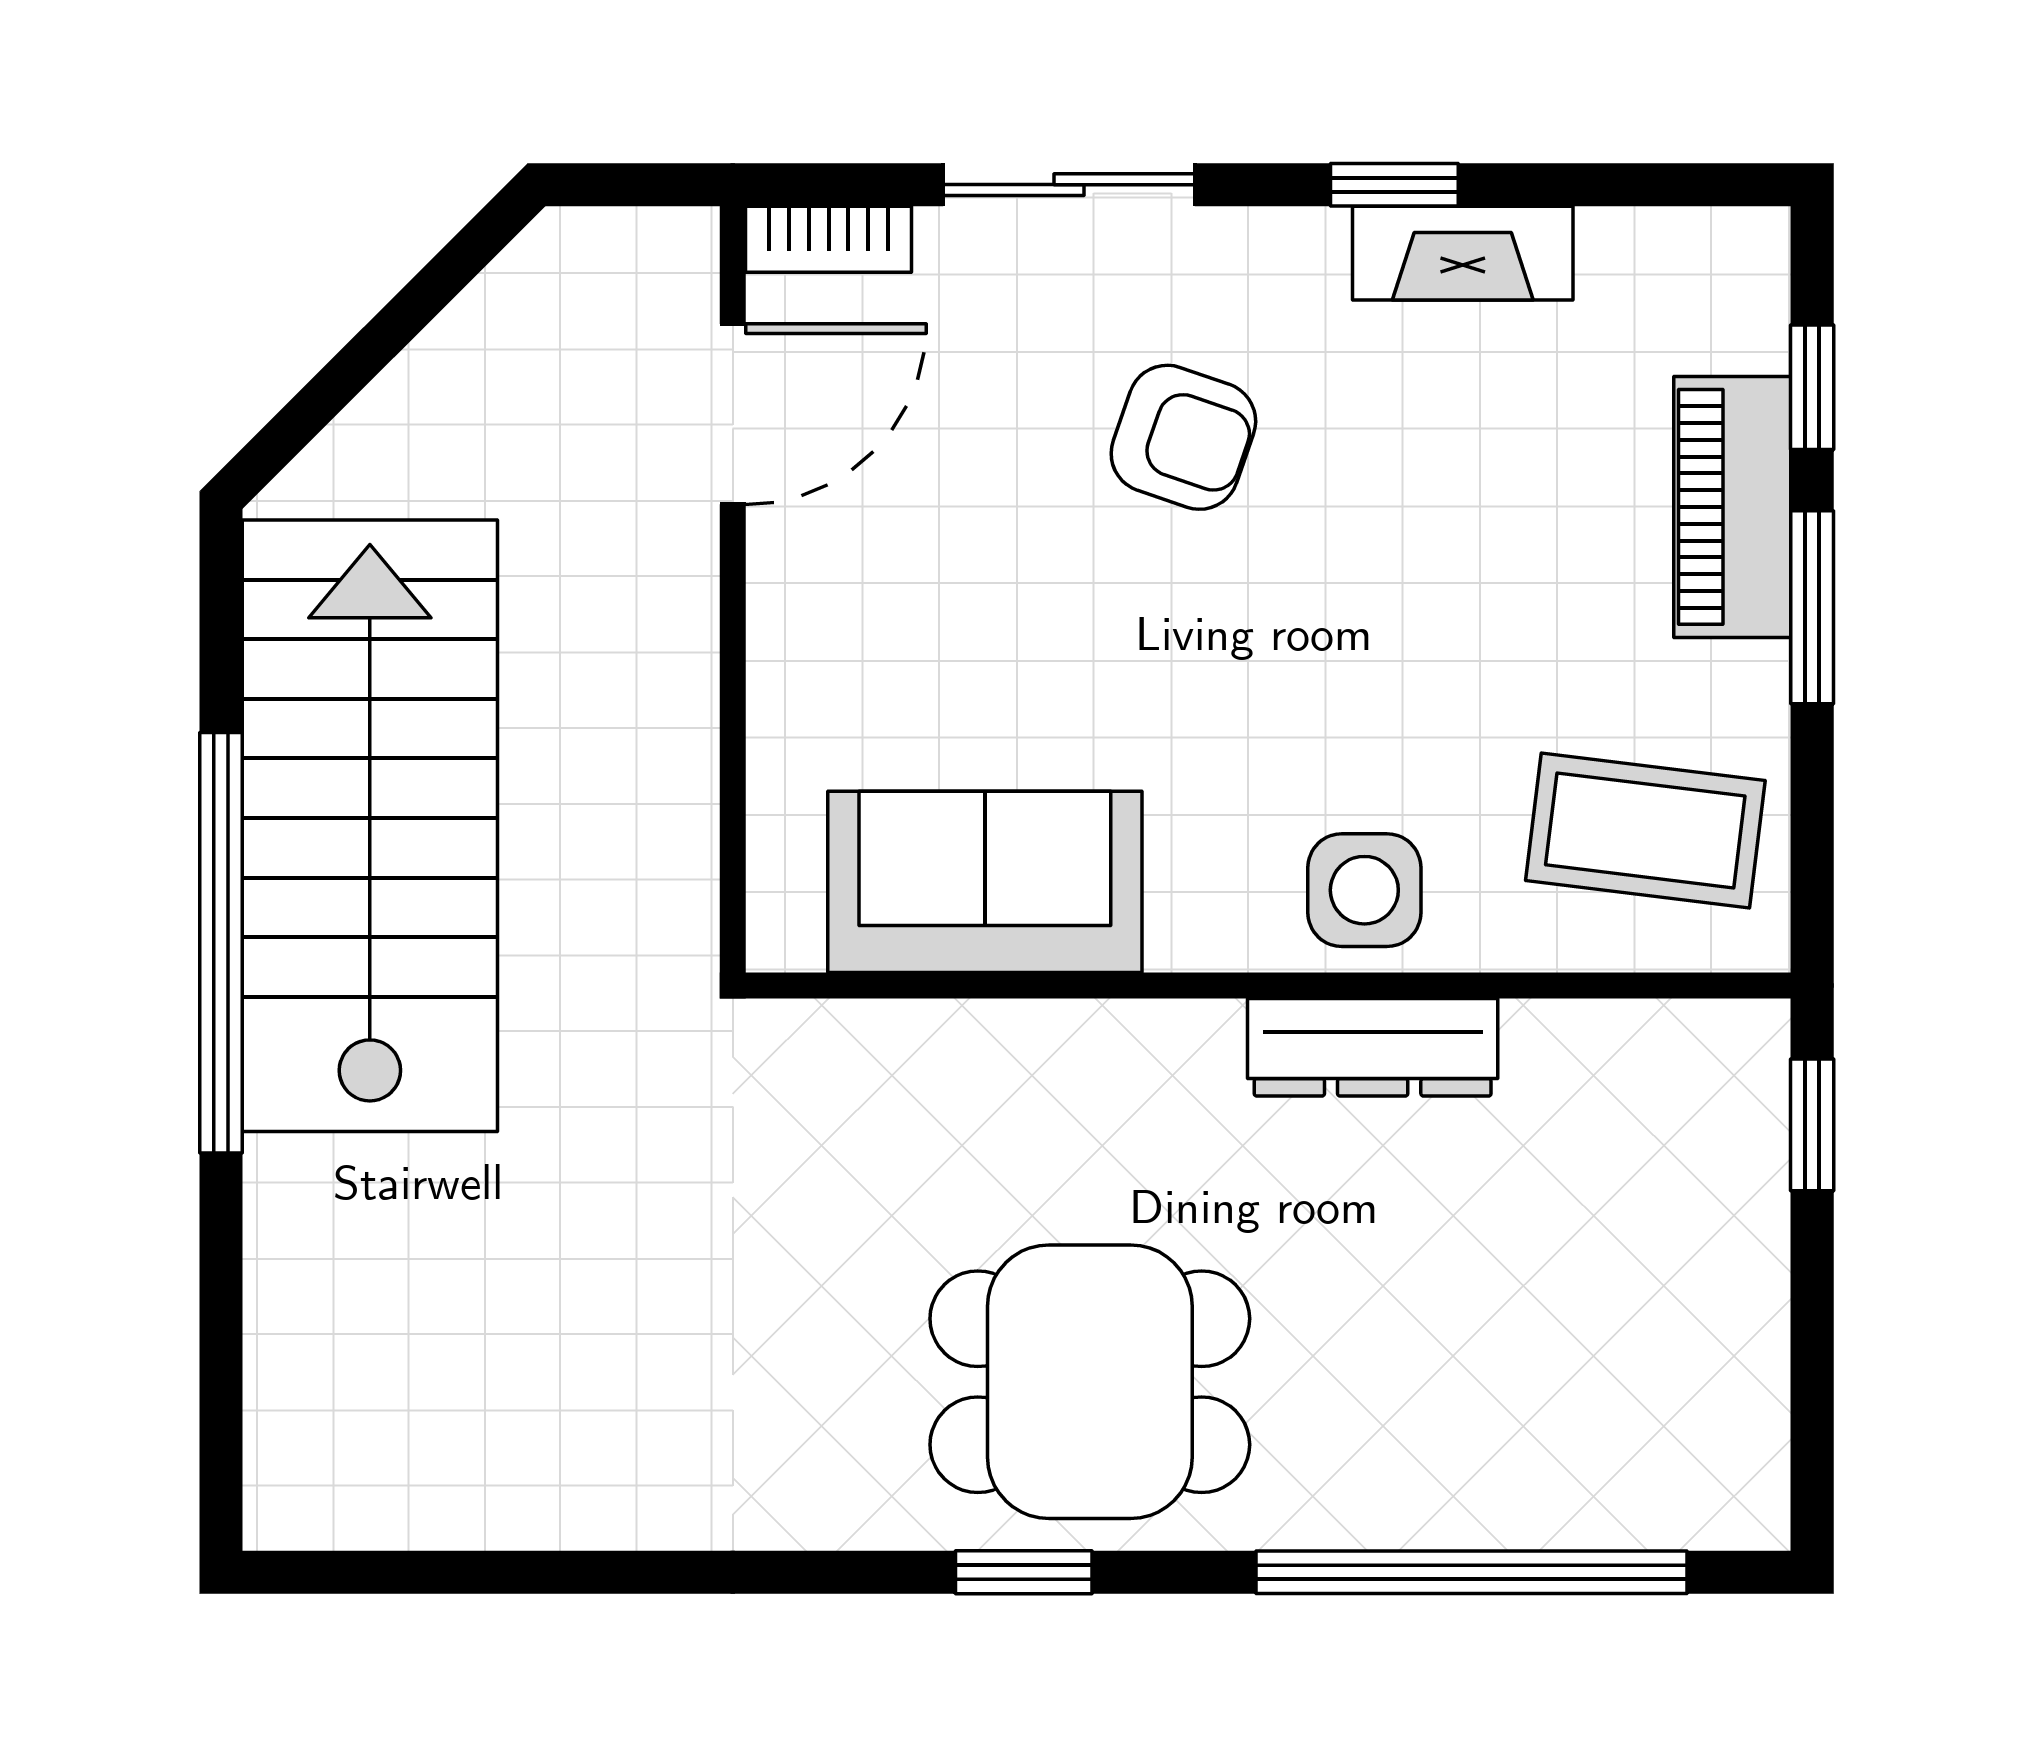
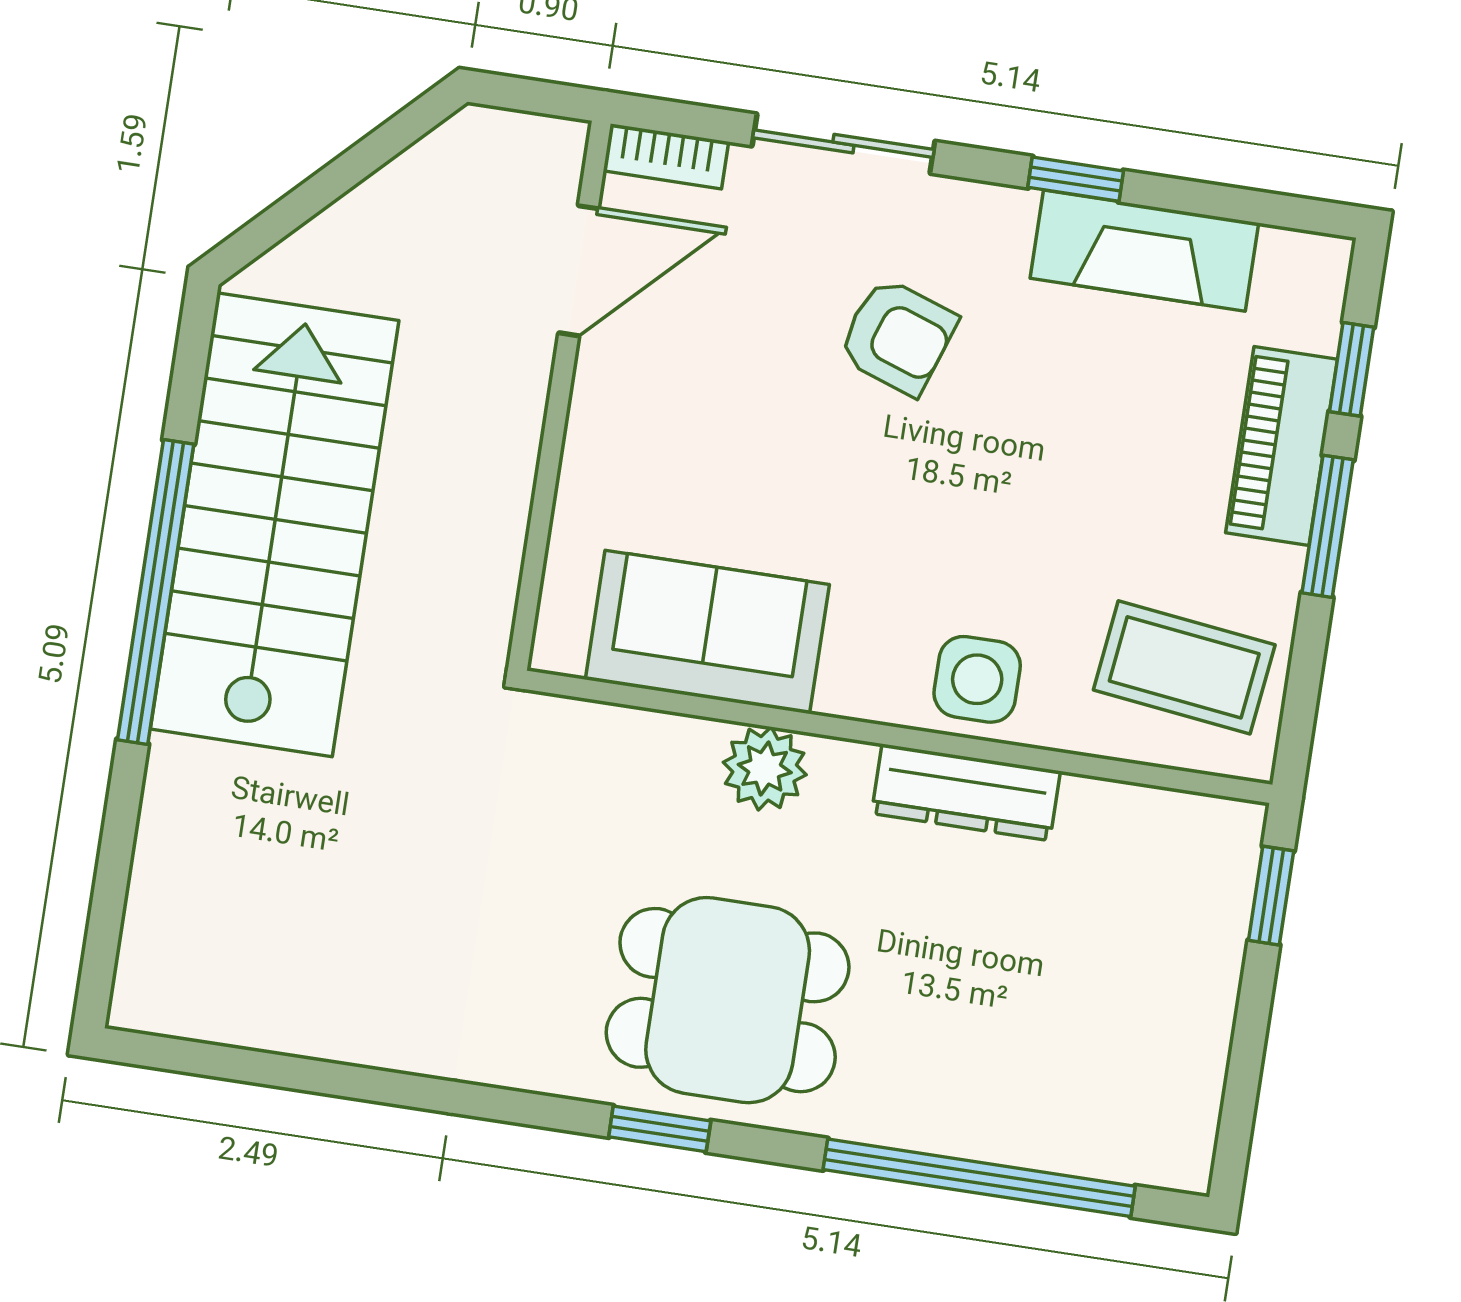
fireplace: (1463, 253) -> (1144, 251), width x1.37, depth x1.32
plant: (1092, 1057) -> (765, 768), added

